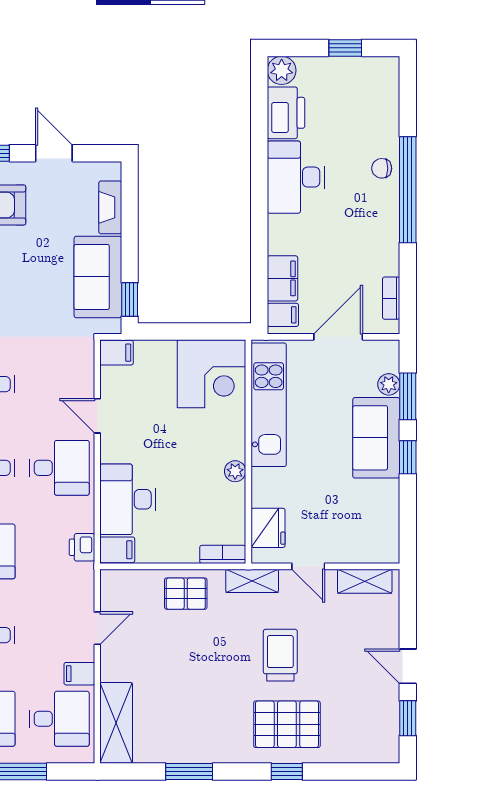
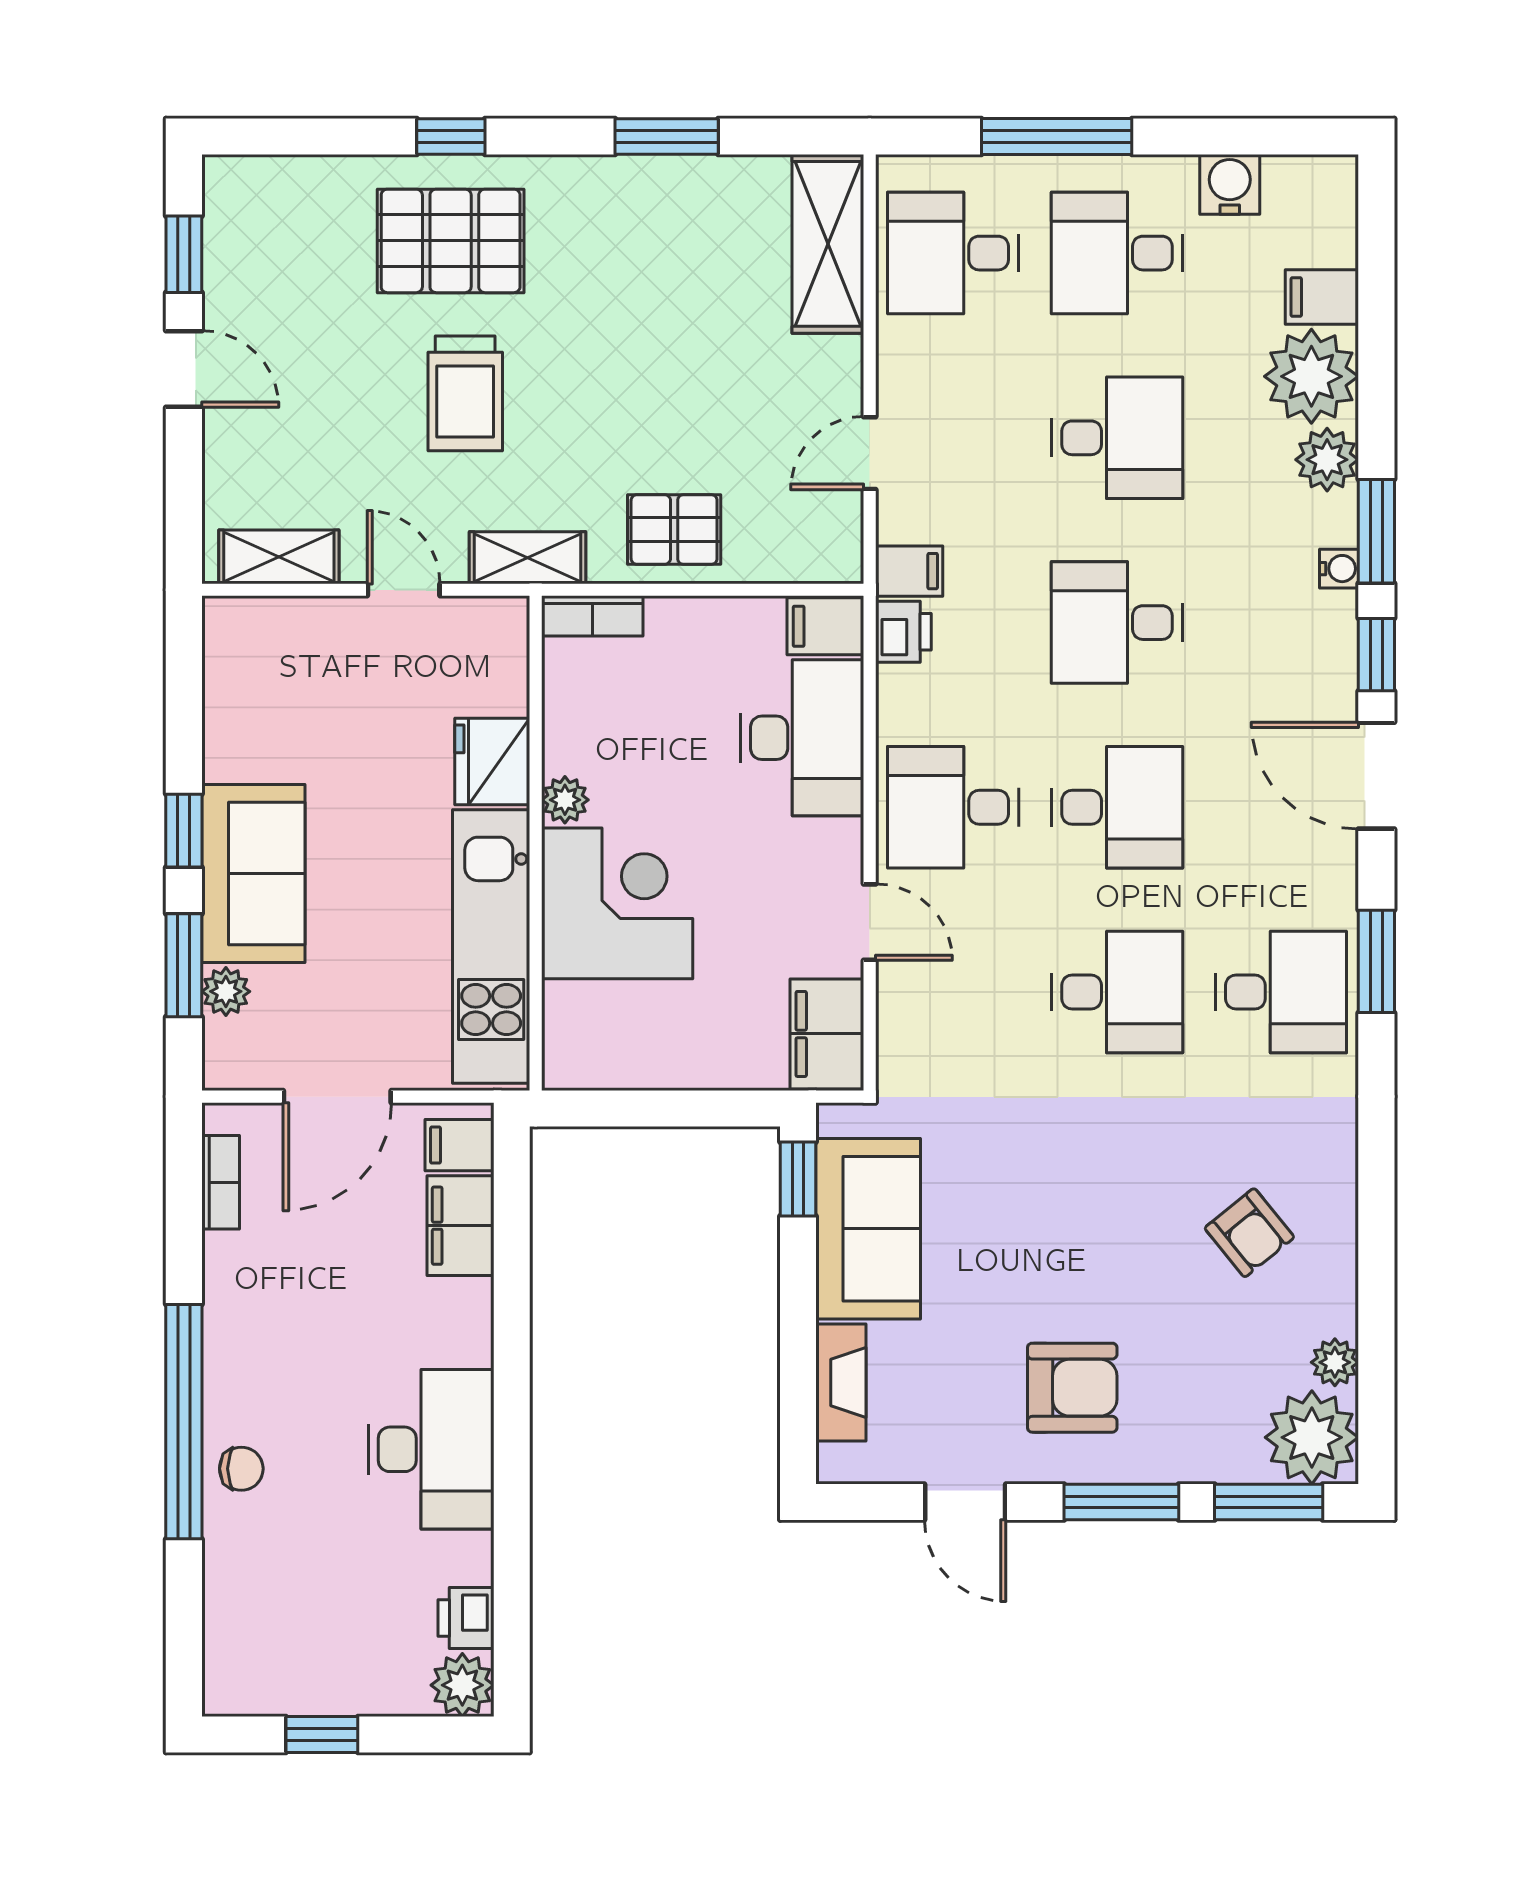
printer: (286, 113) -> (466, 1618), width x0.53, depth x0.68
filing cabinet: (117, 353) -> (827, 1034), width x2.00
corner desk: (212, 374) -> (617, 903), moved, turned 90
fridge: (268, 528) -> (492, 761), moved
filing cabinet: (79, 674) -> (909, 571), moved

